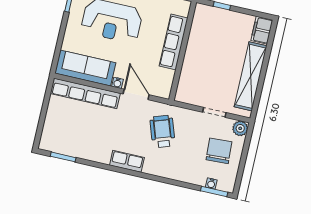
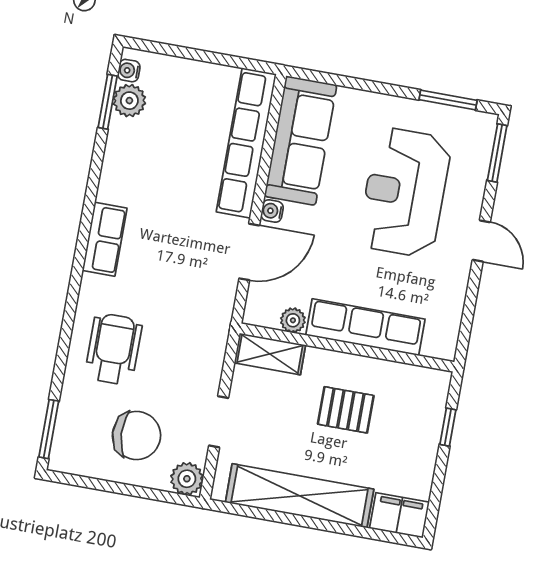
pallet: (212, 53) -> (346, 410), added
plant: (169, 76) -> (293, 320), added
shelving: (184, 87) -> (270, 354), added
wheelchair: (162, 132) -> (113, 349), moved, turned -71
plant: (63, 147) -> (129, 101), added
water cooler: (211, 184) -> (129, 71), moved

